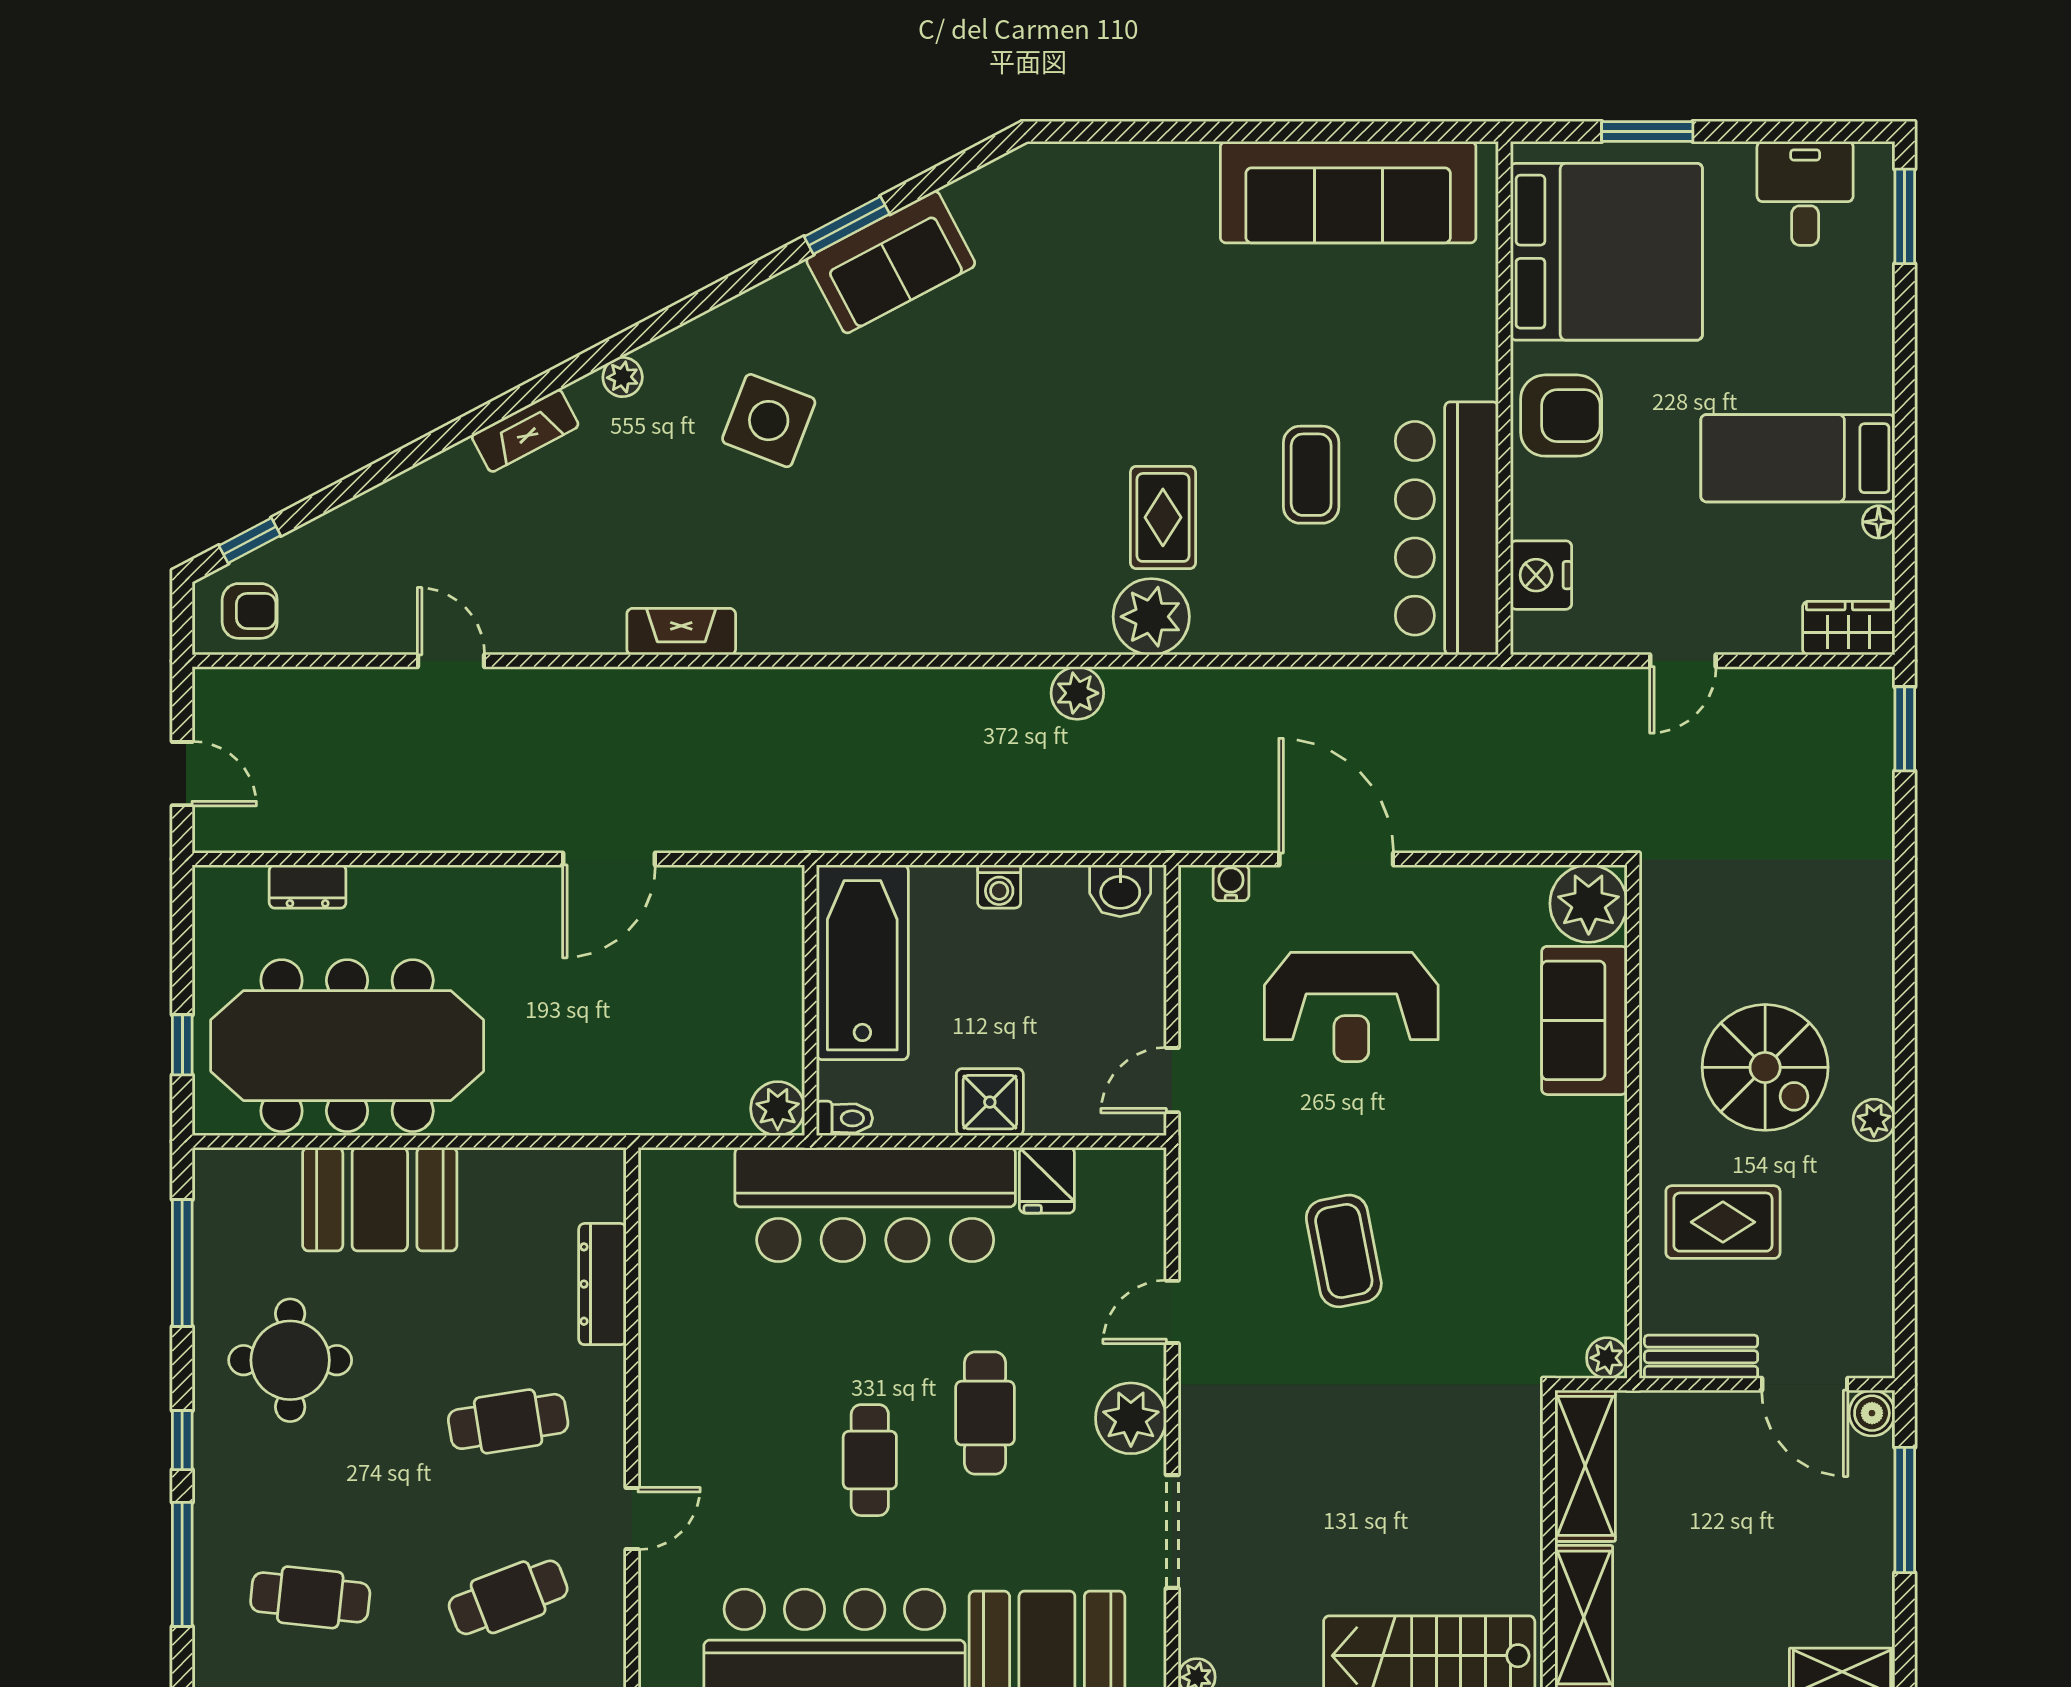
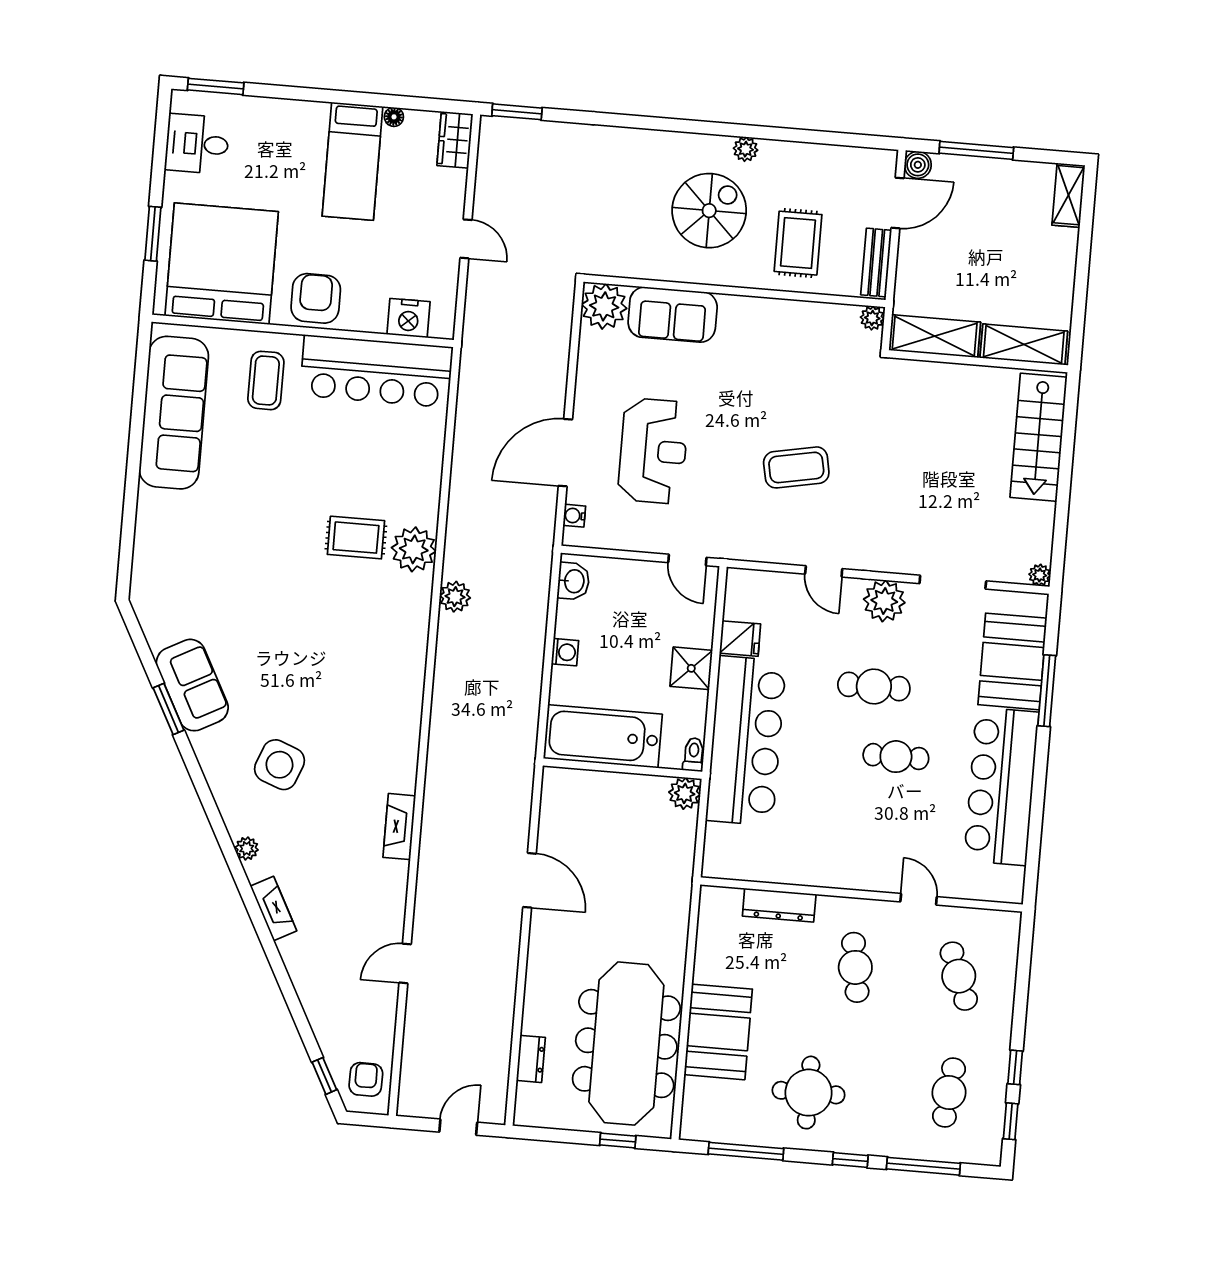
coffee table: (1311, 475) -> (266, 380), moved, turned 90

